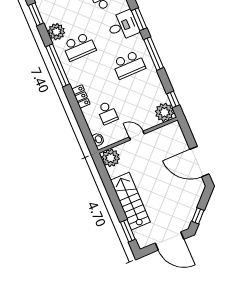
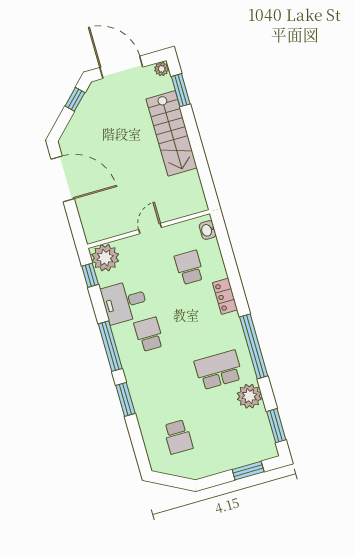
desk: (123, 26) -> (124, 302), moved
school desk: (129, 65) -> (149, 334), width x0.54
door: (137, 136) -> (150, 229), swing flipped
plant: (111, 158) -> (162, 69), moved, width x0.53, depth x0.53

